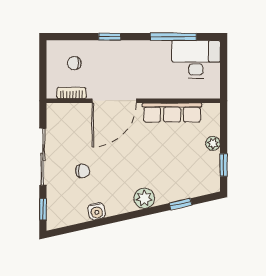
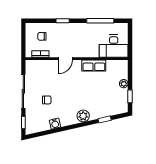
desk: (196, 59) -> (114, 46), moved, turned 180
door: (114, 101) -> (65, 59), width x0.53
row of seats: (172, 113) -> (94, 65), width x0.68

